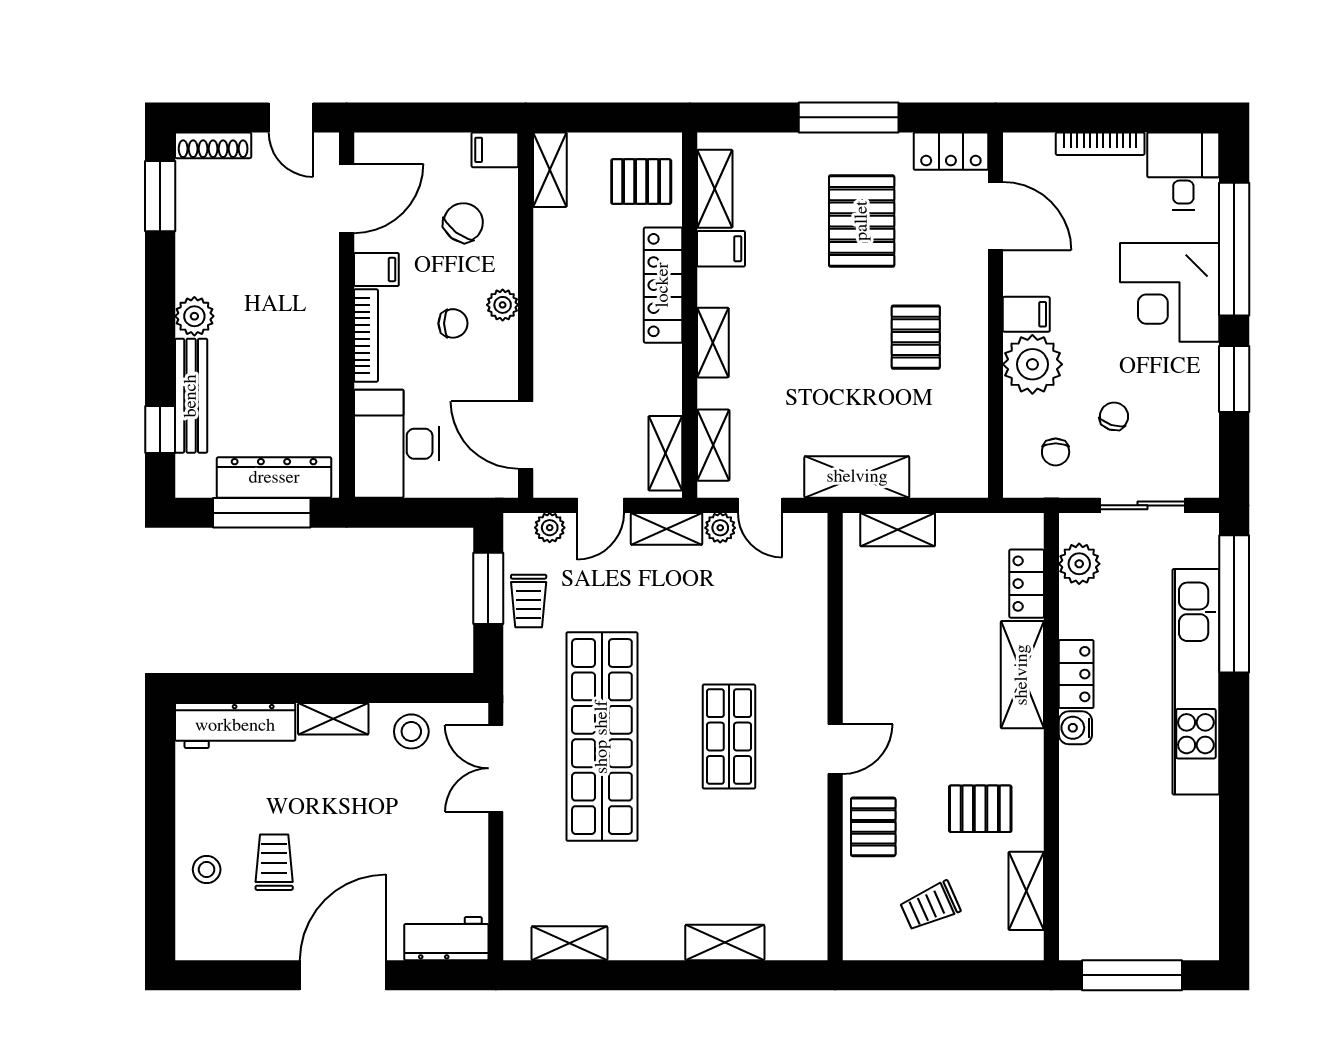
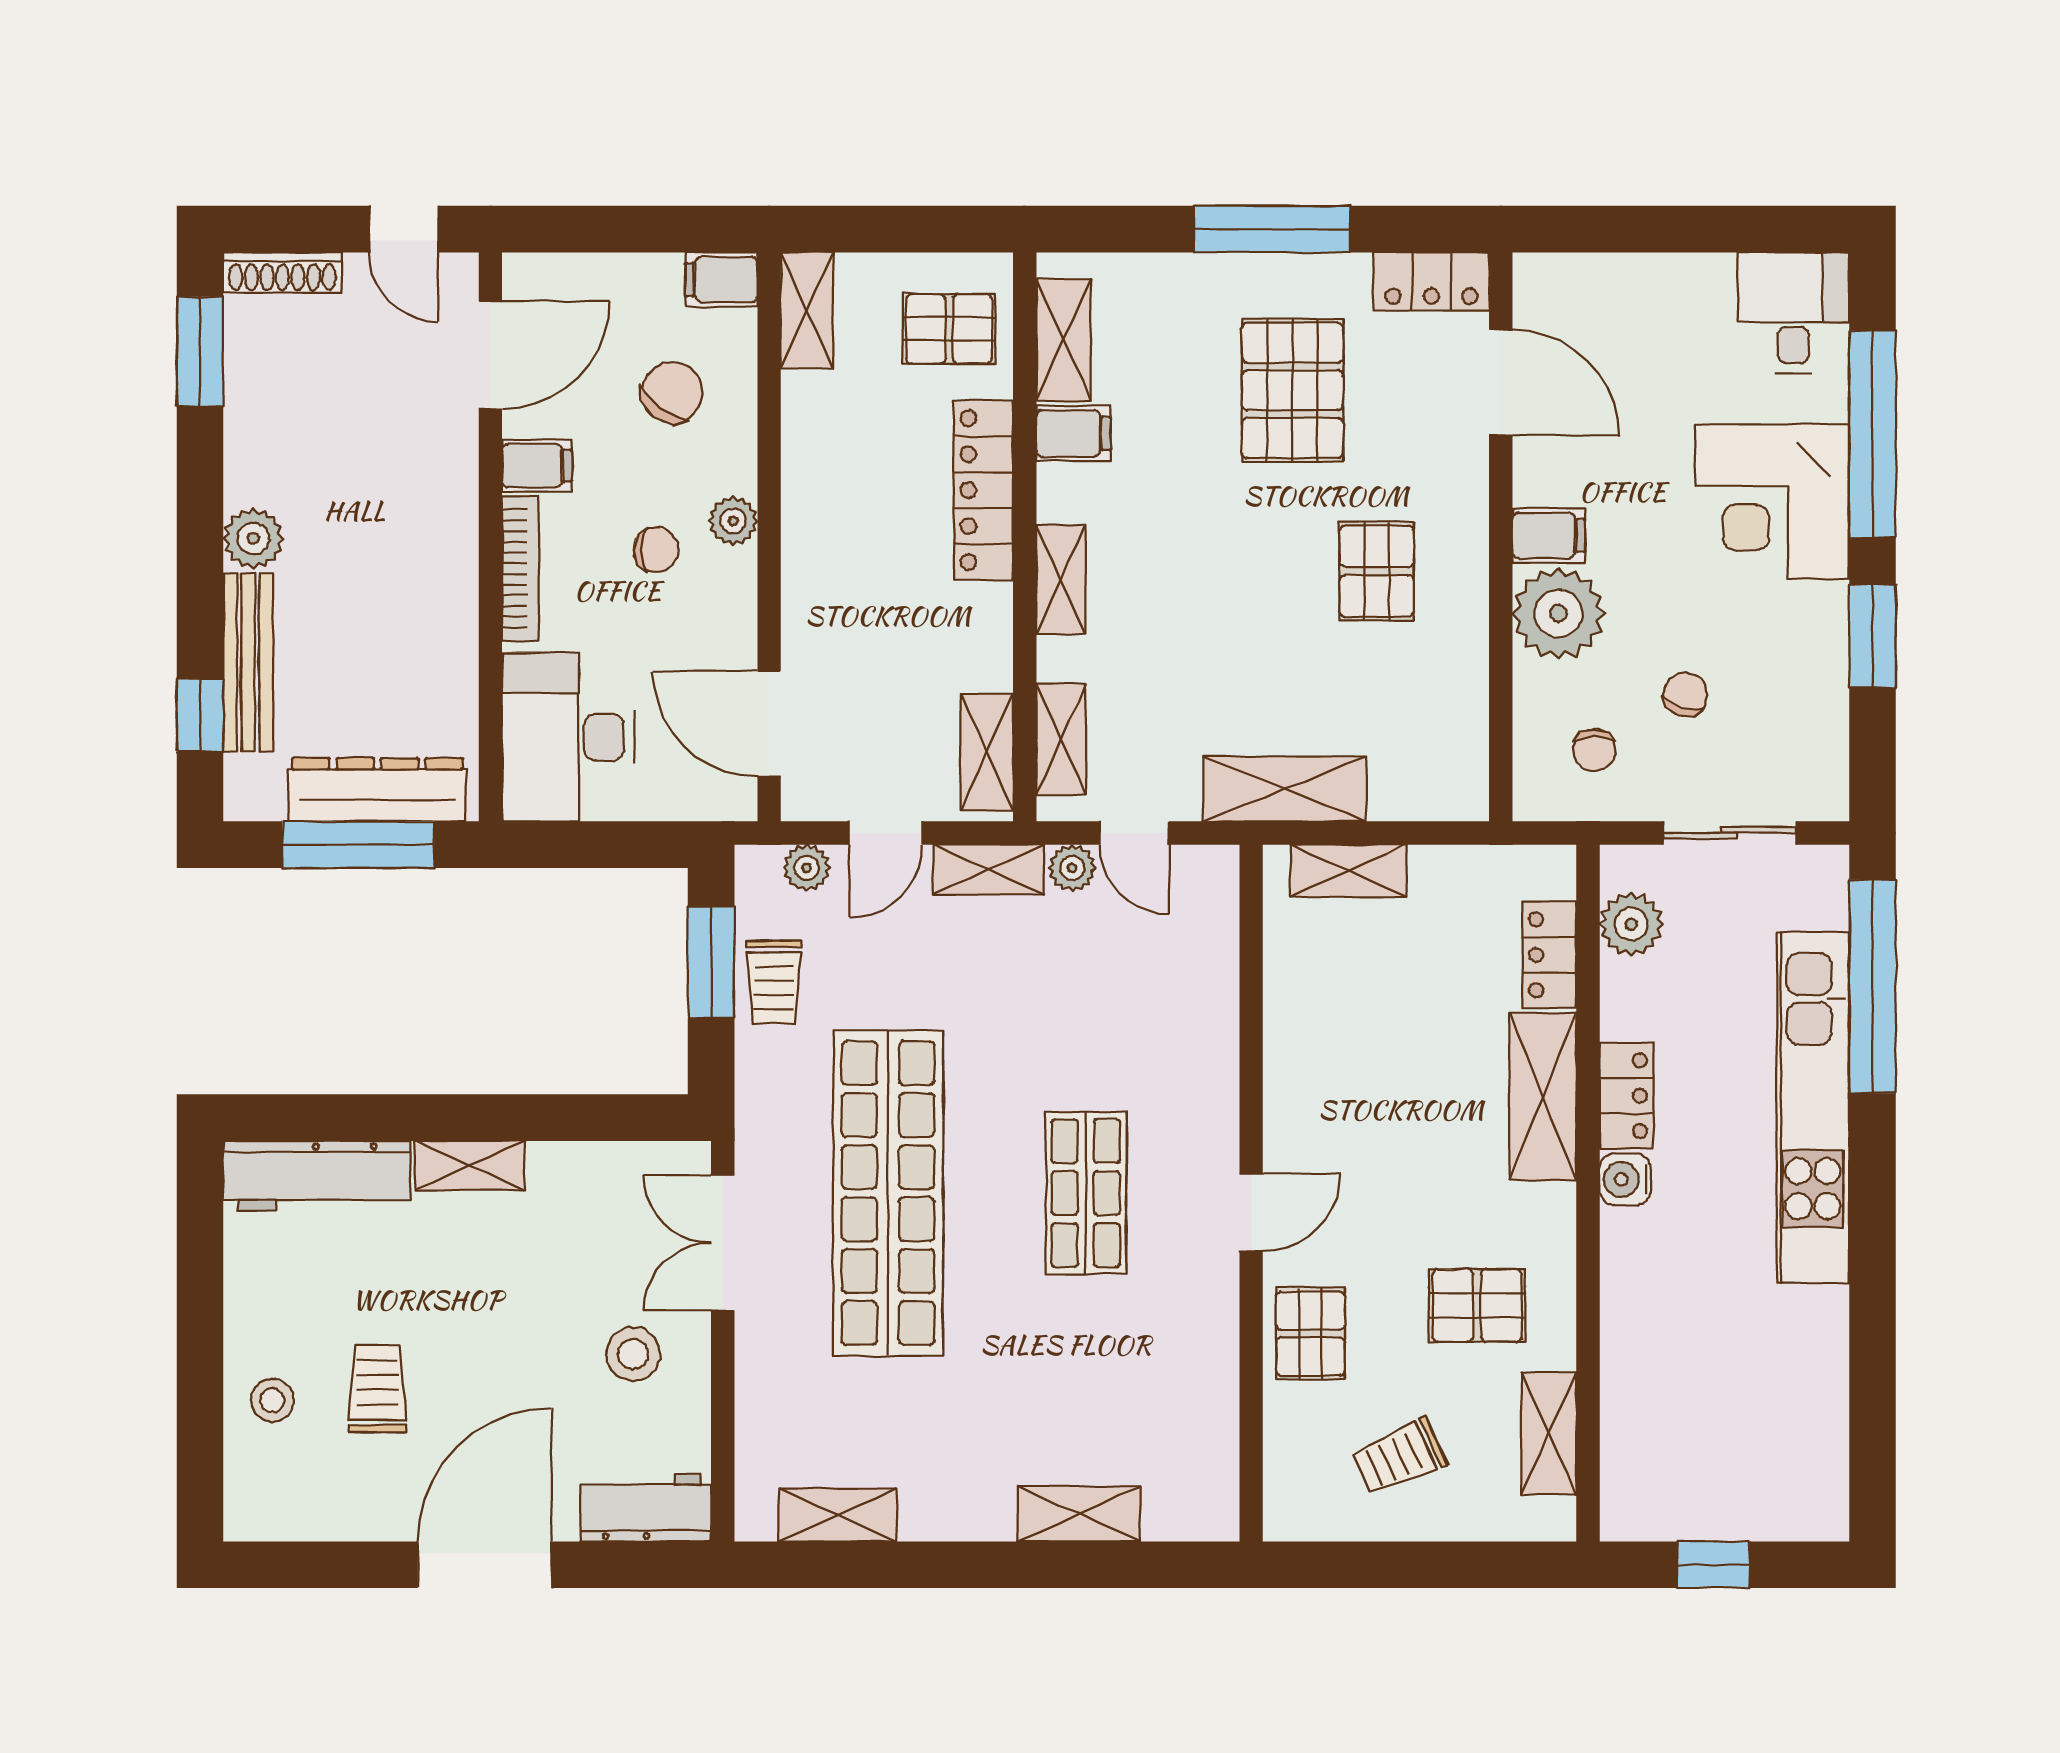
bookcase: (1100, 144) -> (1664, 270), removed
stool: (411, 731) -> (633, 1354), moved
window: (1132, 975) -> (1713, 1565), width x0.46

